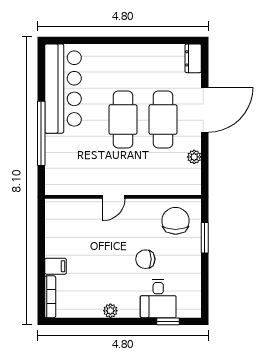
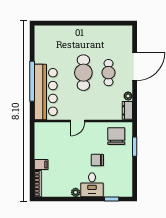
dresser: (193, 58) -> (127, 110), moved
bar counter: (63, 89) -> (46, 92), moved
cafe table: (163, 120) -> (108, 73), width x0.73, depth x0.74
desk: (158, 299) -> (92, 185), moved

